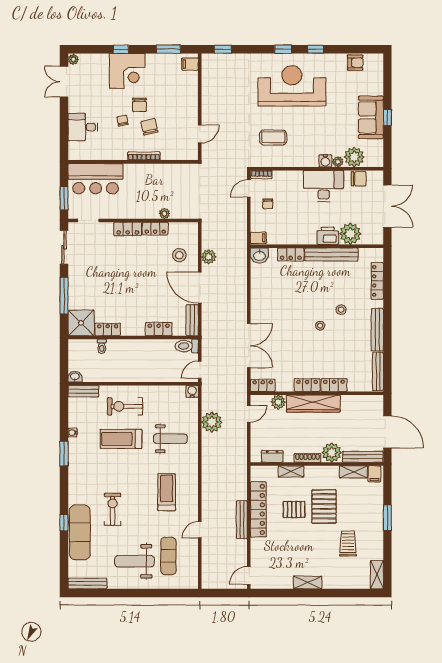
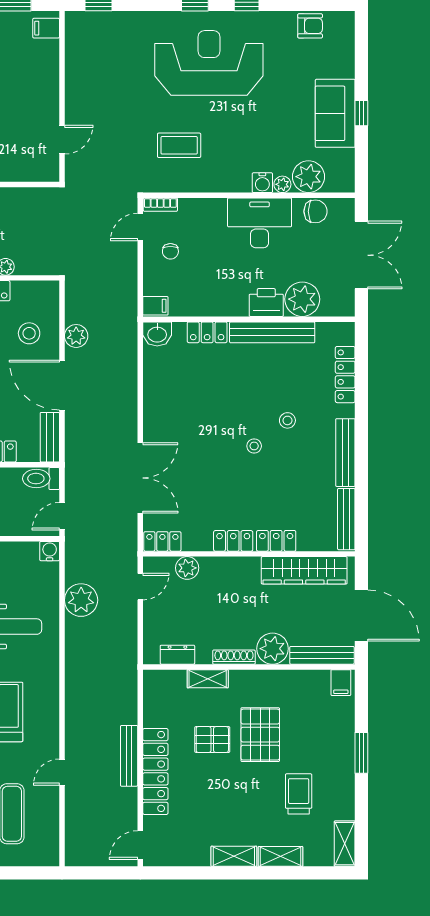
wardrobe: (313, 404) -> (304, 570), moved
shelving: (353, 472) -> (280, 856), moved
locker: (258, 509) -> (155, 771), moved

